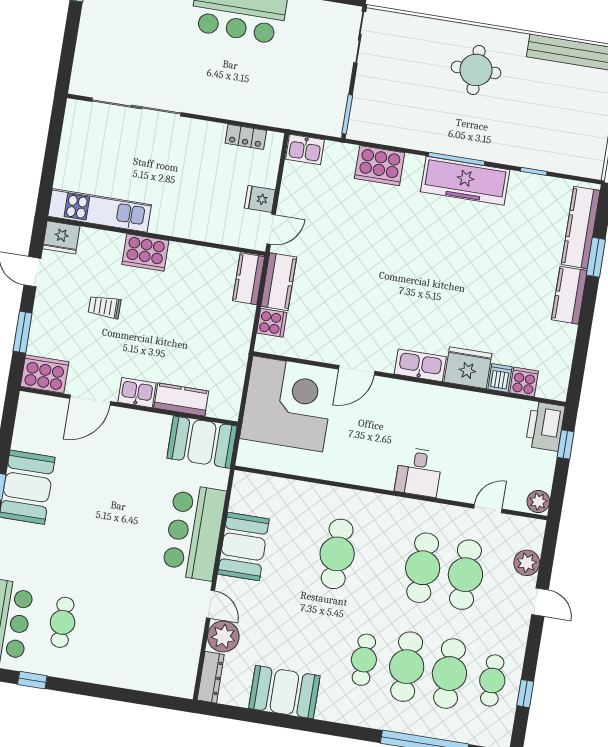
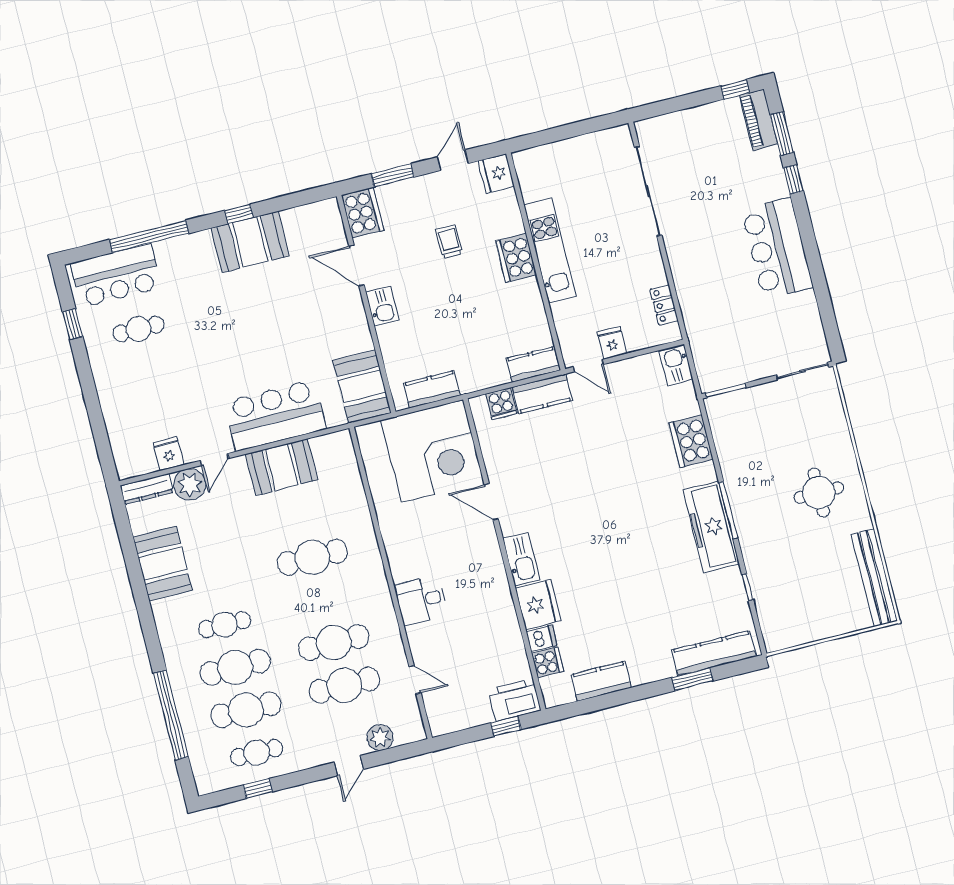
kitchen unit: (100, 210) -> (550, 251), moved
kitchen counter: (569, 295) -> (601, 681), moved
kitchen counter: (181, 399) -> (432, 389), moved, turned -90
plant: (538, 501) -> (442, 724), removed
fridge: (187, 644) -> (169, 454), added

